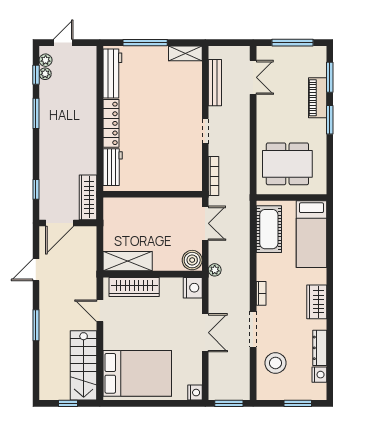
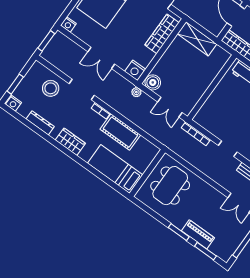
cot: (269, 229) -> (120, 132), moved
shelving: (128, 261) -> (197, 39), moved, turned 90
nightstand: (319, 375) -> (14, 103), moved

